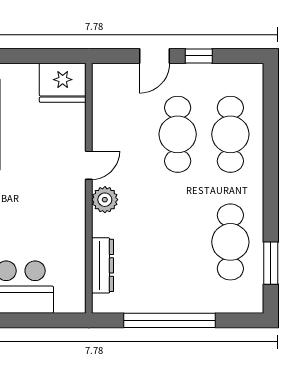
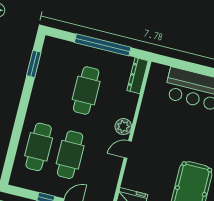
cafe table: (230, 242) -> (86, 90), moved
dresser: (102, 265) -> (137, 76), moved

